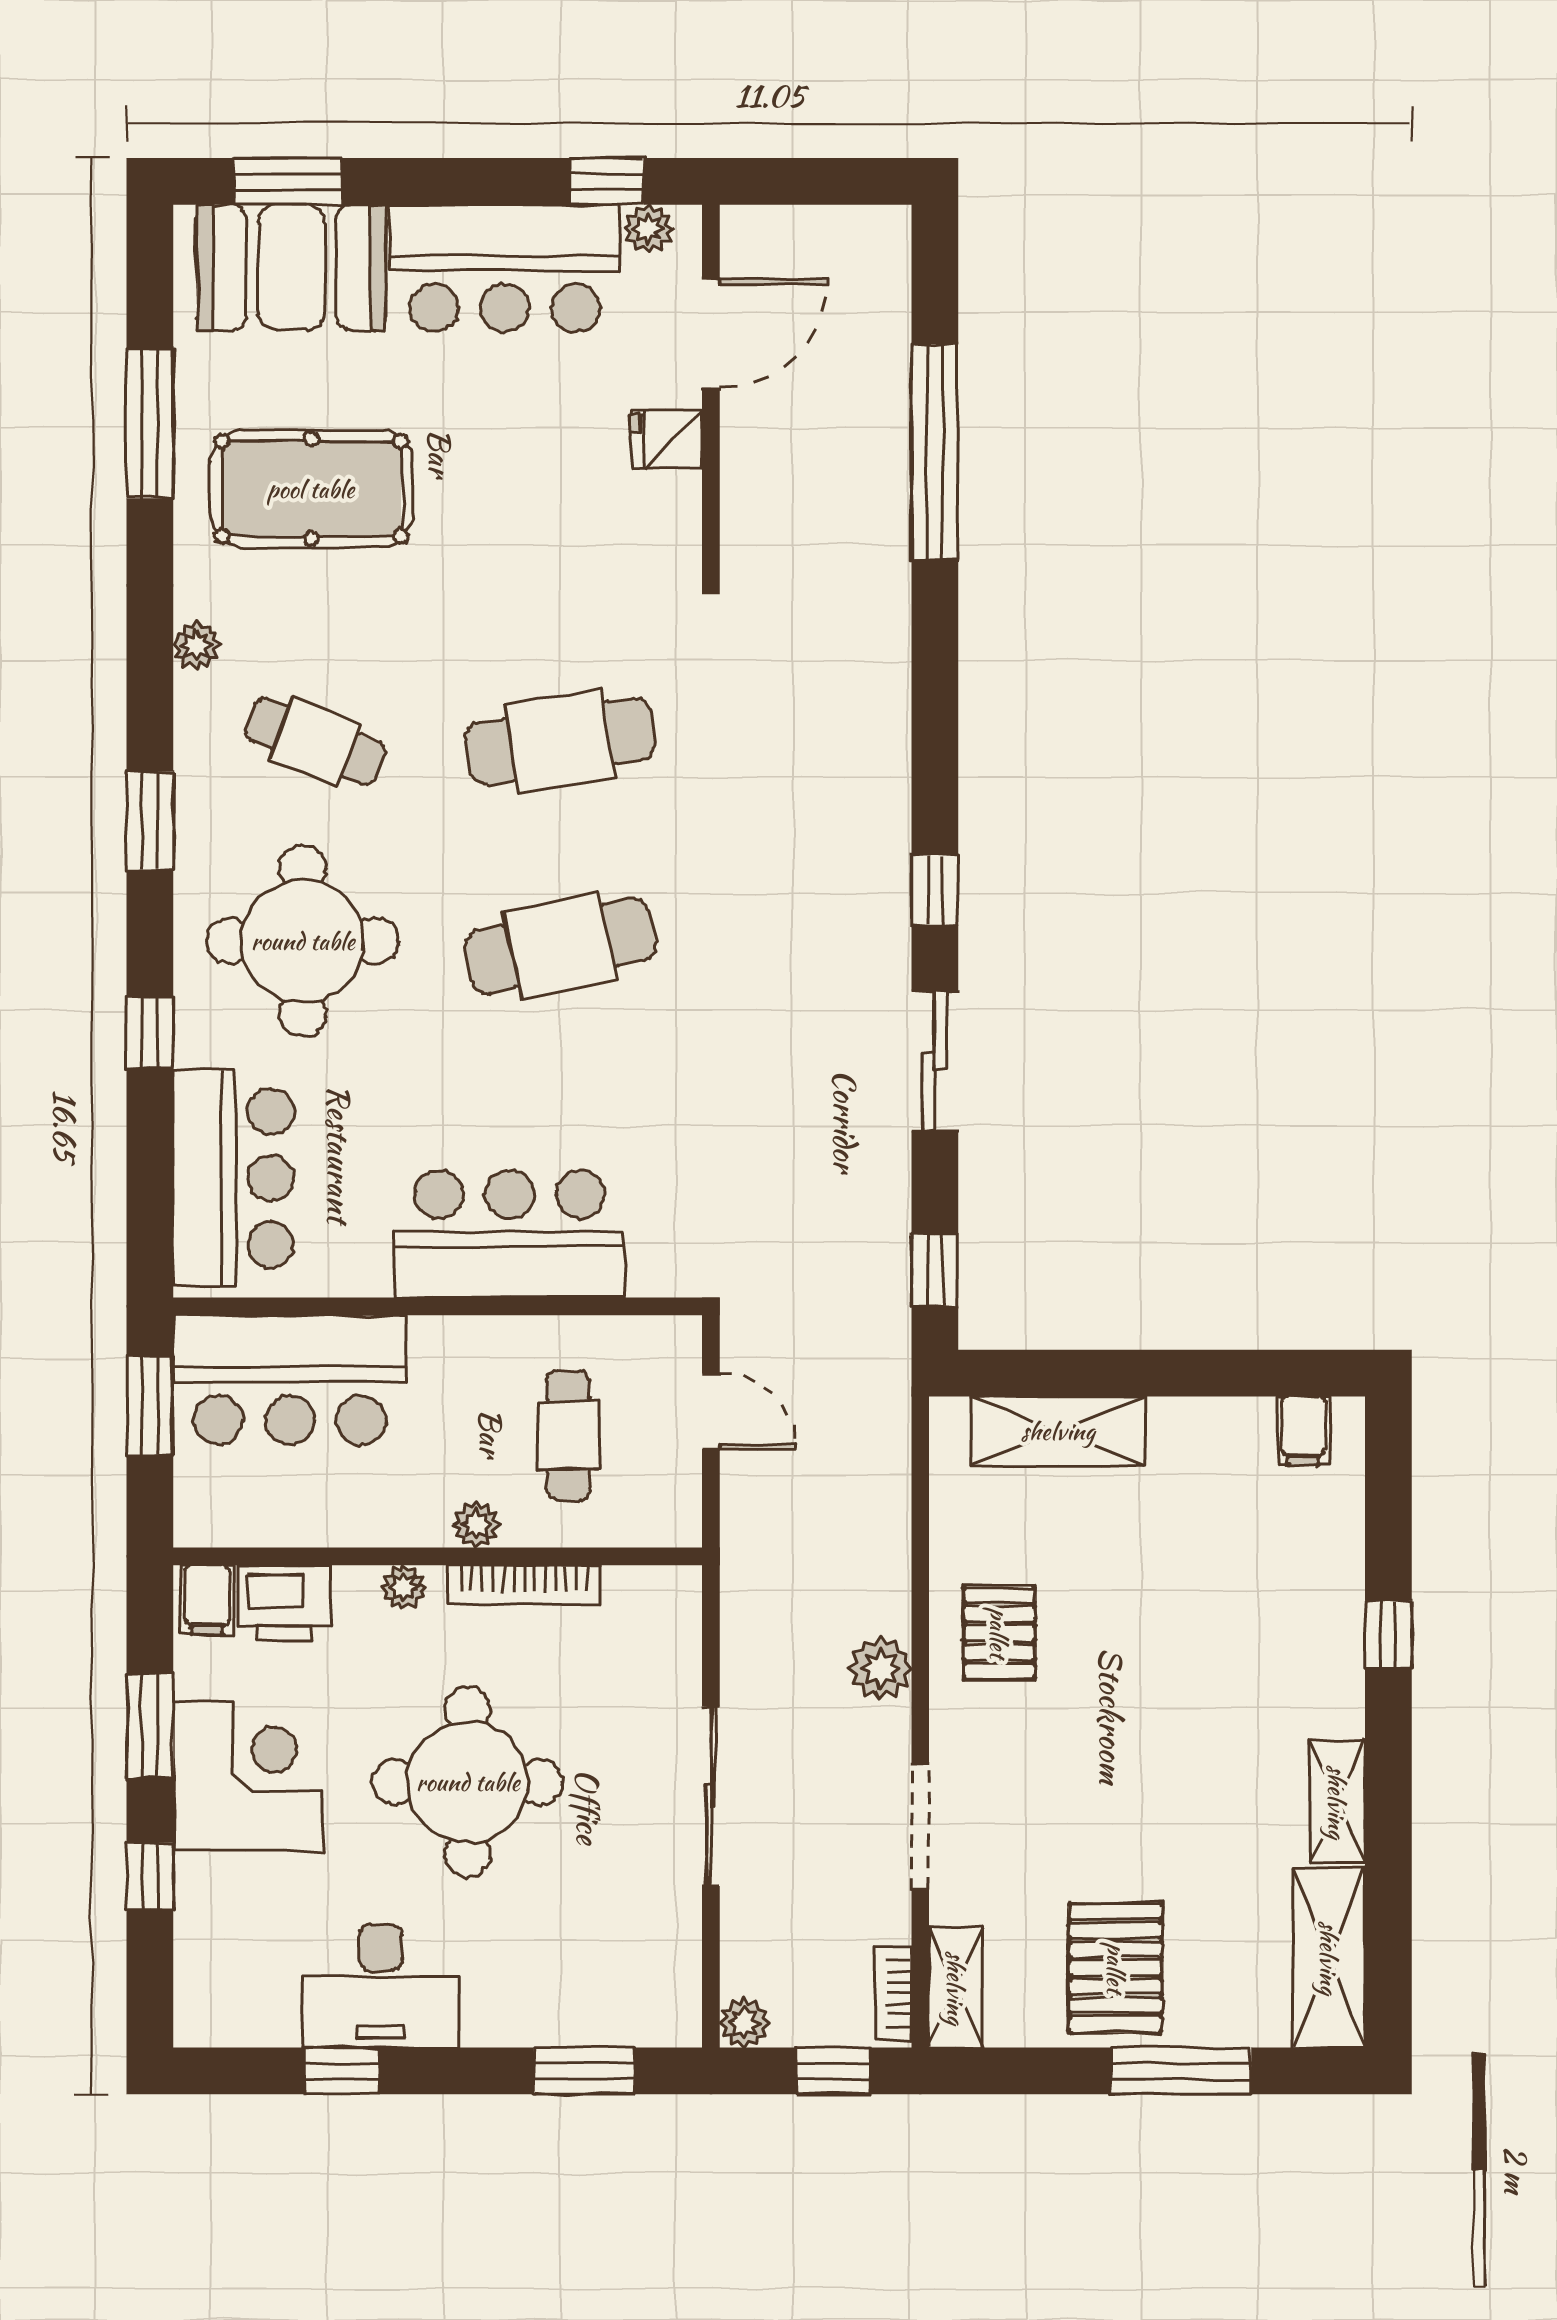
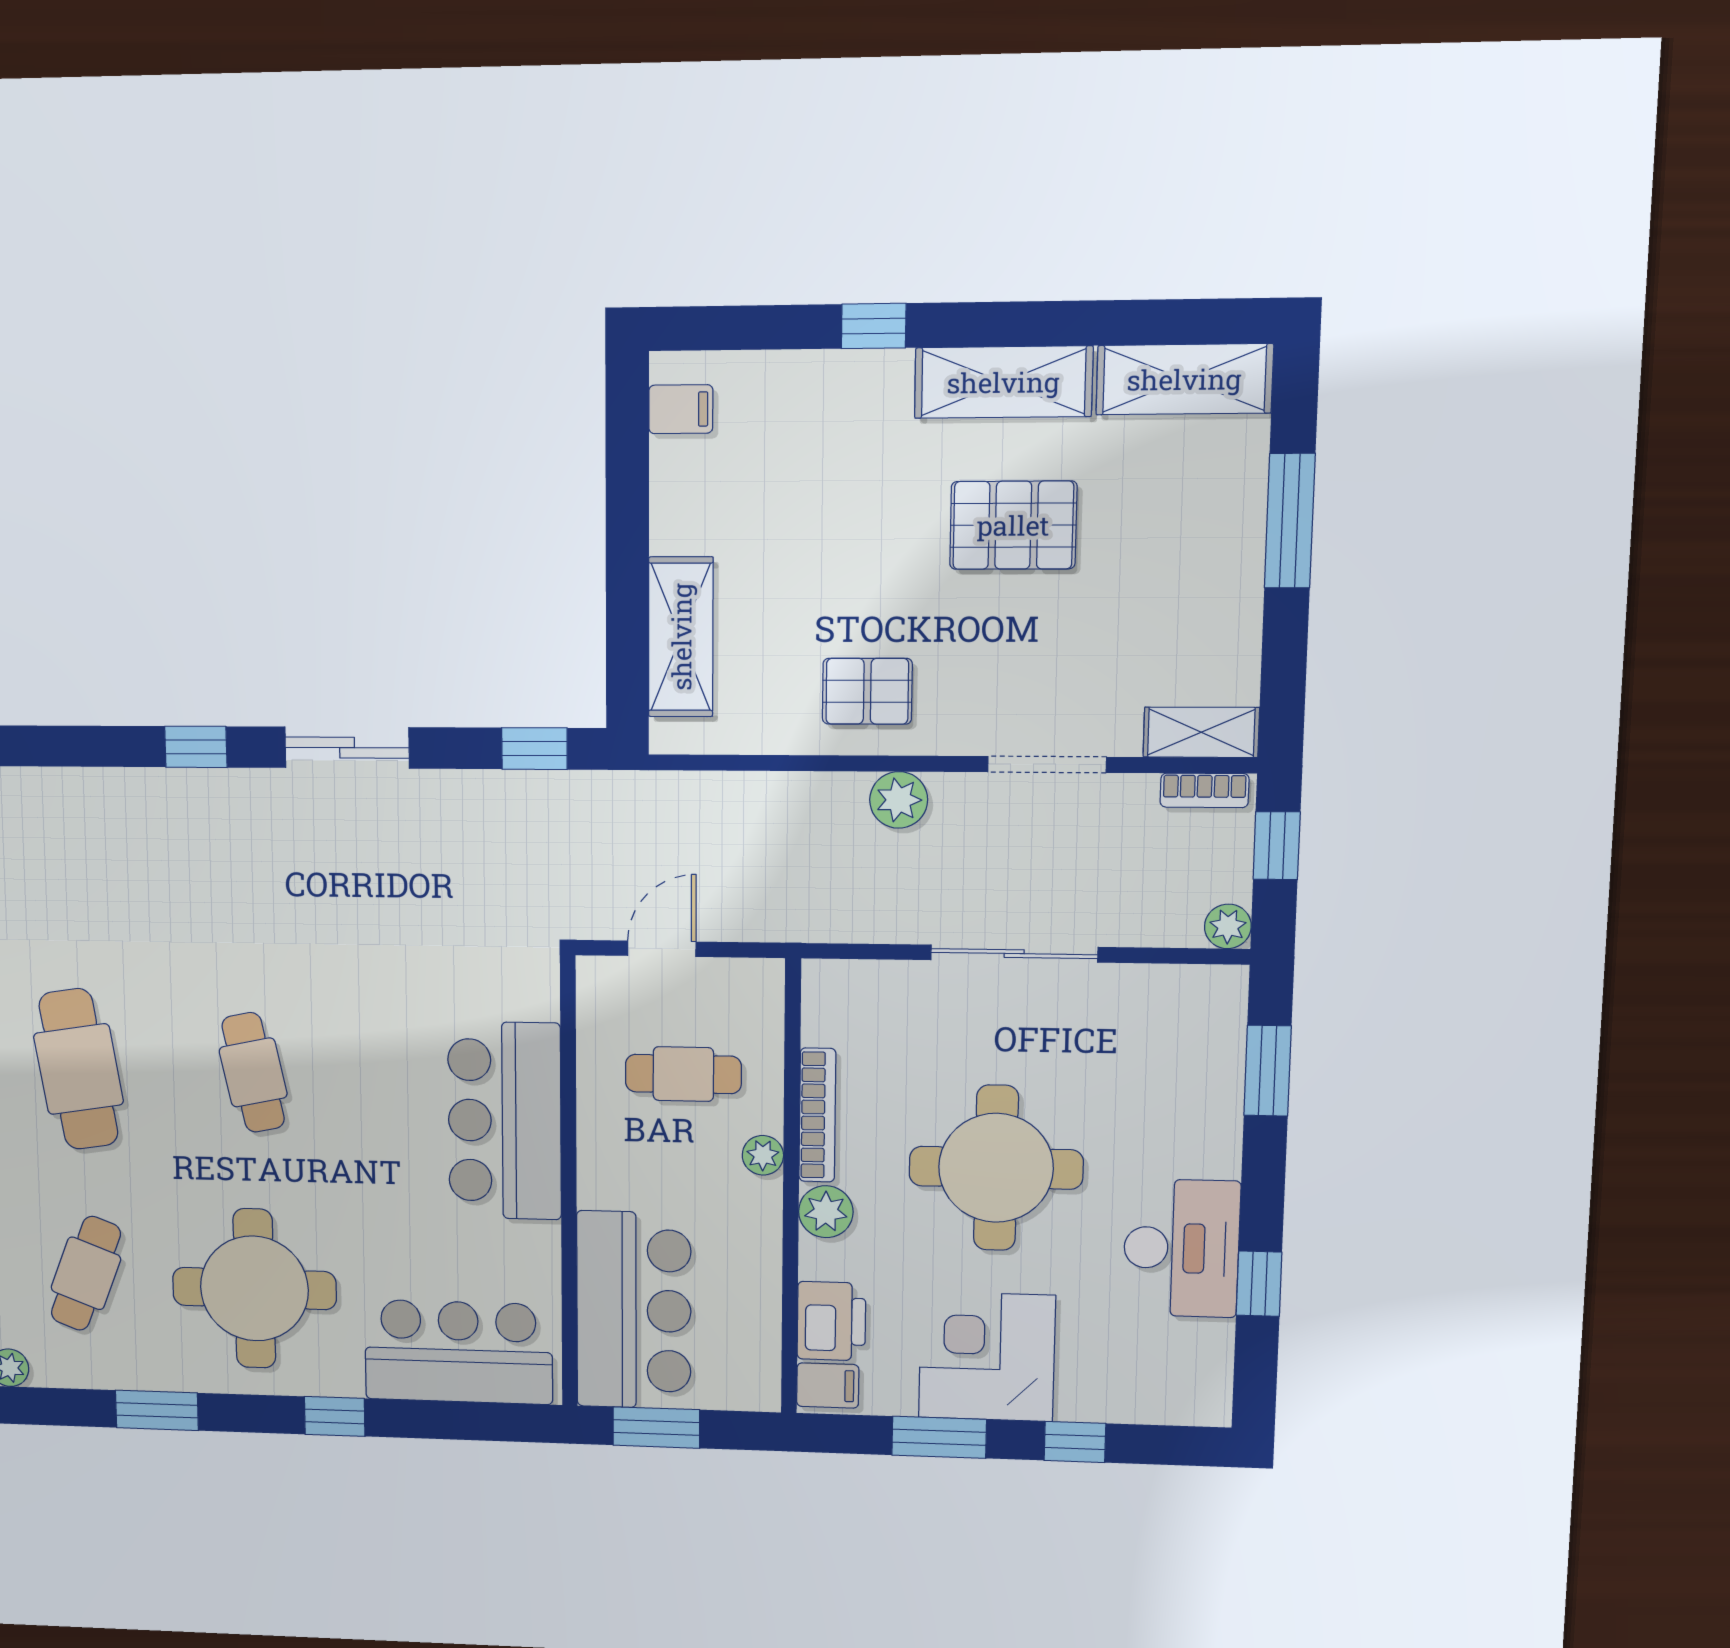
cafe table: (560, 946) -> (253, 1072), width x0.73, depth x0.74
plant: (404, 1587) -> (826, 1212), width x1.38, depth x1.38
shelving: (1337, 1802) -> (1003, 382), width x1.50, depth x1.33
pallet: (1116, 1968) -> (1013, 525), moved

